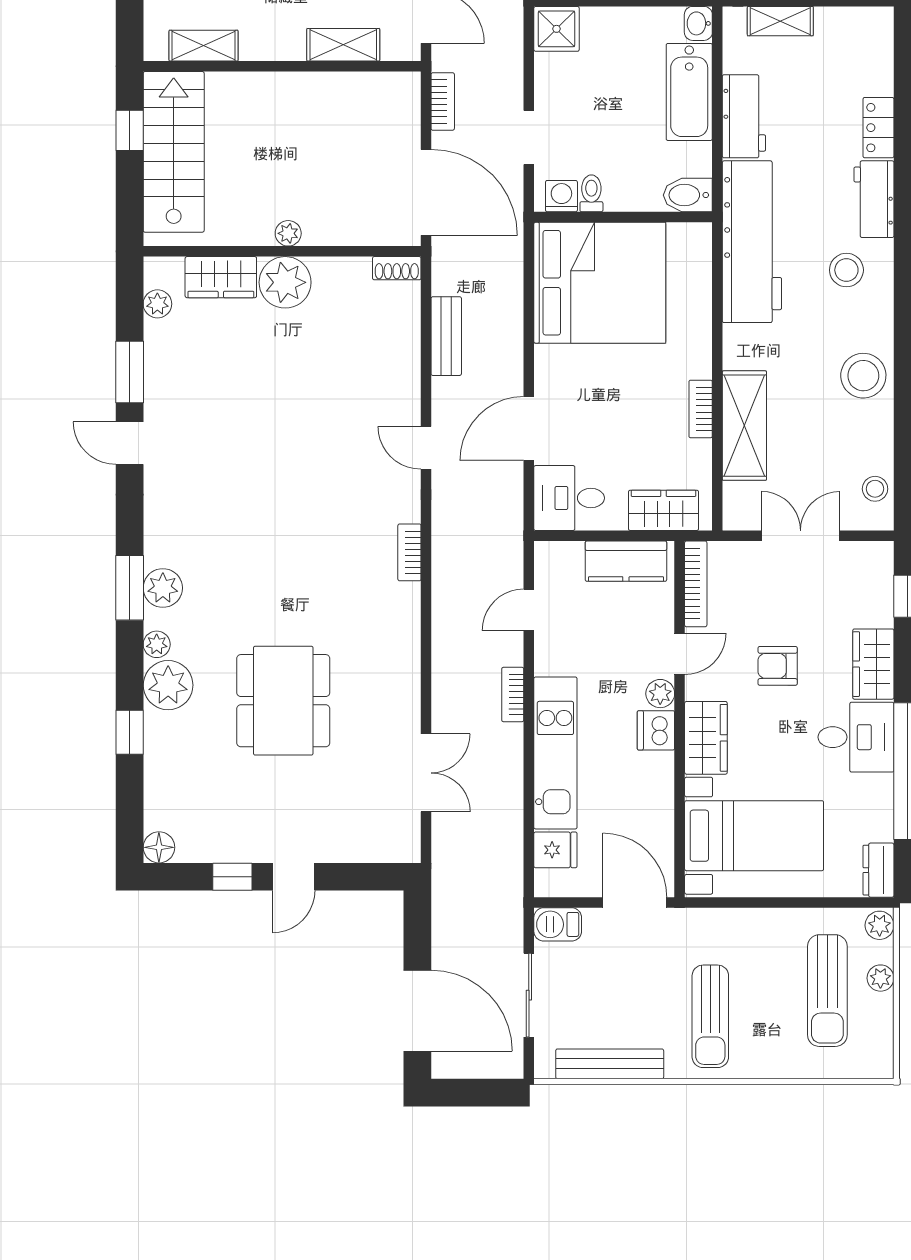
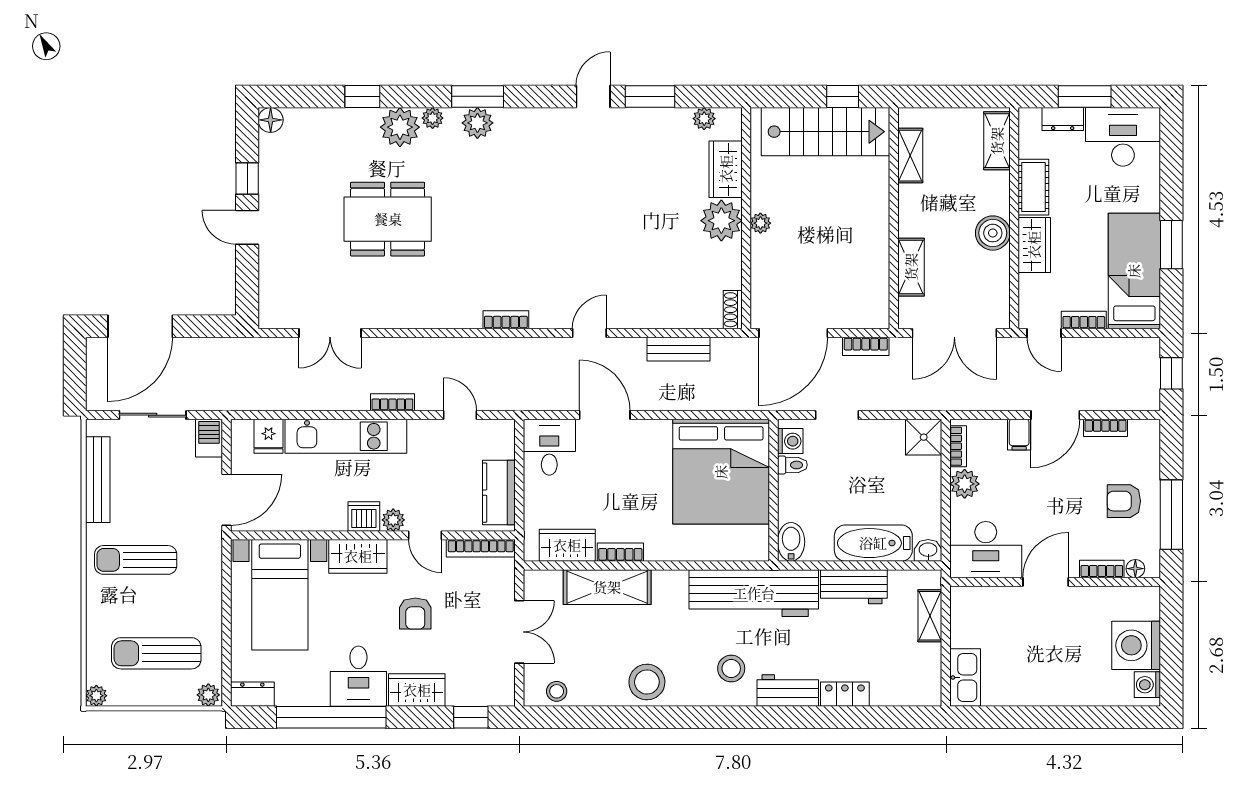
wardrobe: (664, 510) -> (567, 545), moved, turned -90
armchair: (778, 666) -> (415, 614), turned 180
plant: (880, 978) -> (96, 696), moved

